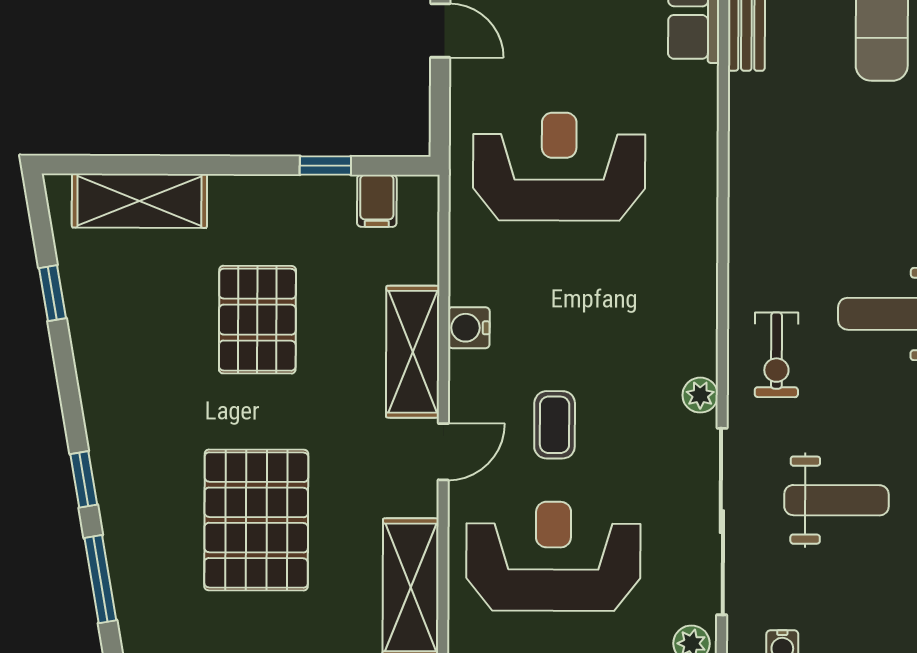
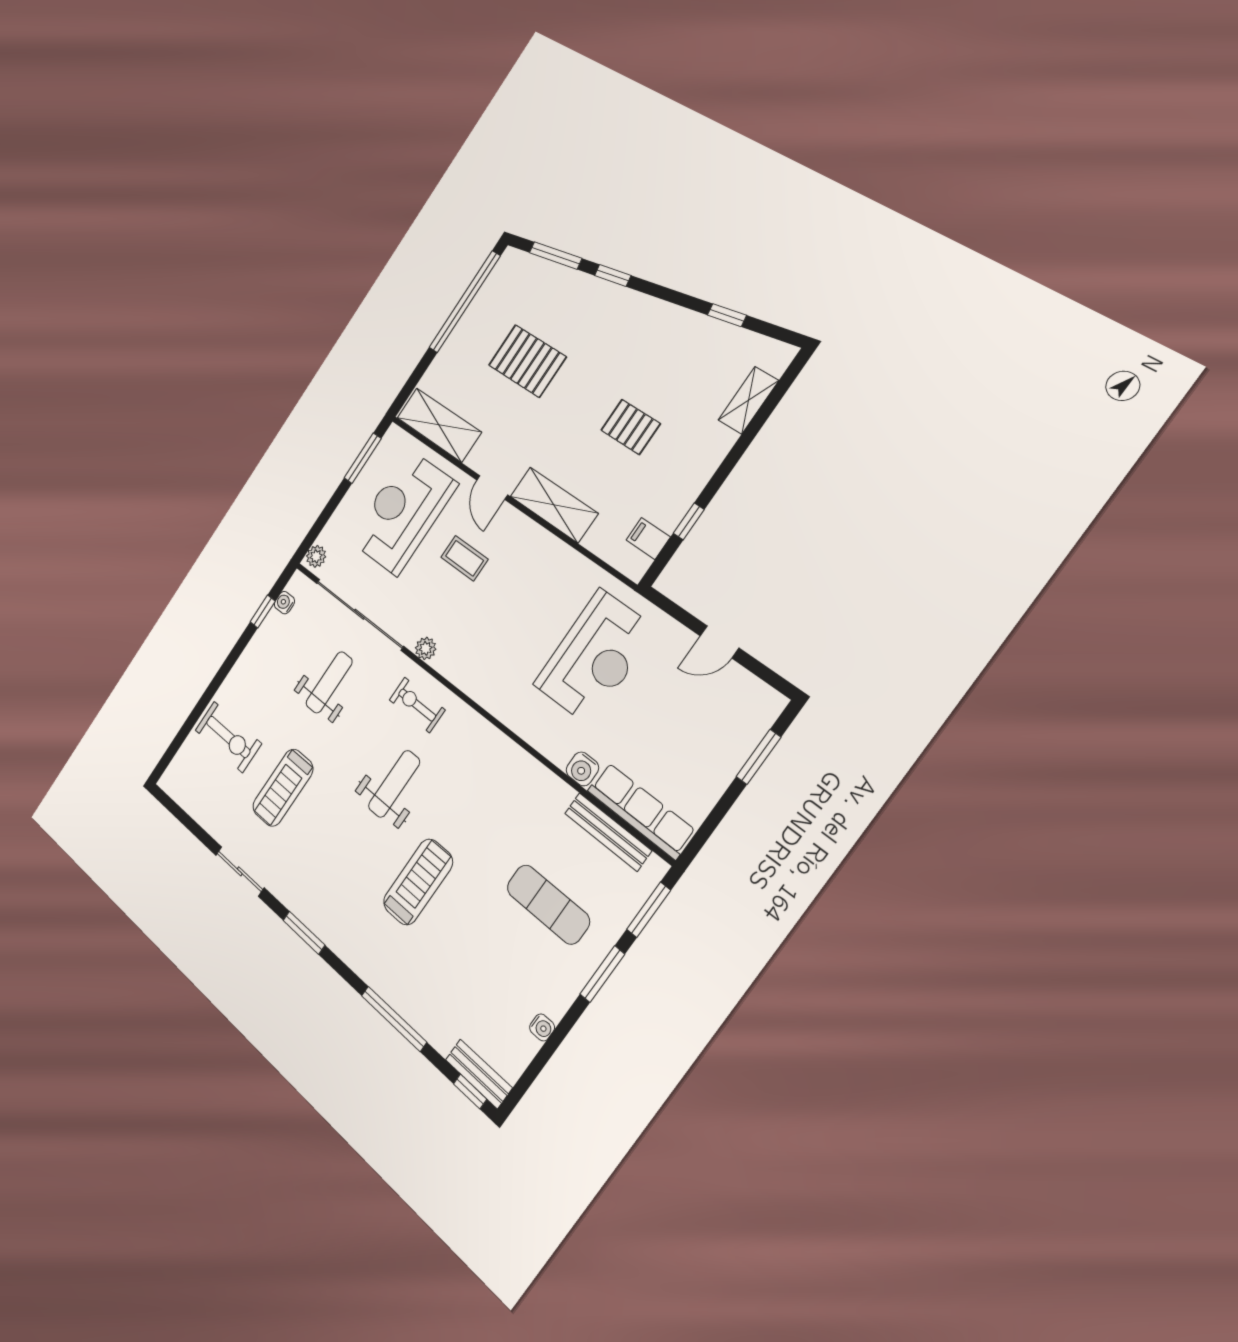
shelving: (139, 201) -> (748, 400), width x0.67, depth x0.75
pallet: (257, 320) -> (631, 427), width x0.67, depth x0.71
water cooler: (469, 328) -> (582, 769), moved, turned 180
weight bench: (836, 500) -> (329, 682), turned 180
pallet: (256, 520) -> (527, 361), width x0.73, depth x0.71
reception desk: (553, 556) -> (403, 512), turned 180

